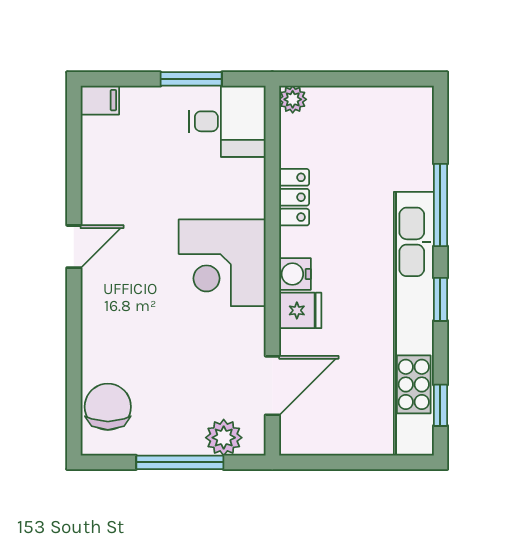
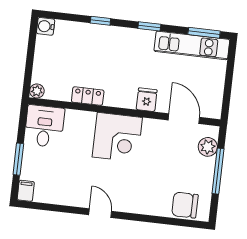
window: (191, 79) -> (18, 159), moved
window: (440, 205) -> (100, 21), width x0.46
water cooler: (295, 274) -> (46, 26), moved, turned 90
kitchen unit: (414, 324) -> (192, 45), width x0.54
window: (440, 405) -> (204, 33), width x1.50

